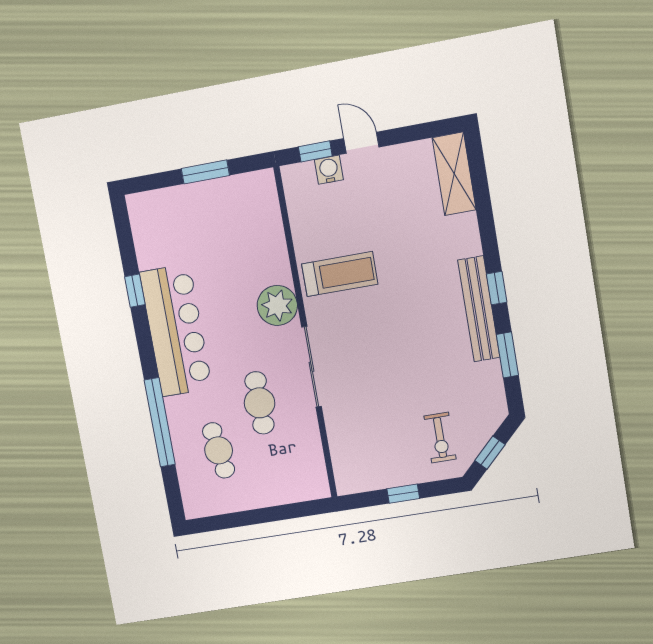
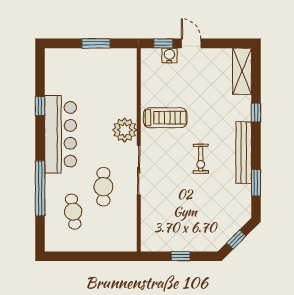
window: (497, 288) -> (256, 113), moved
exercise bike: (440, 438) -> (201, 159), moved

